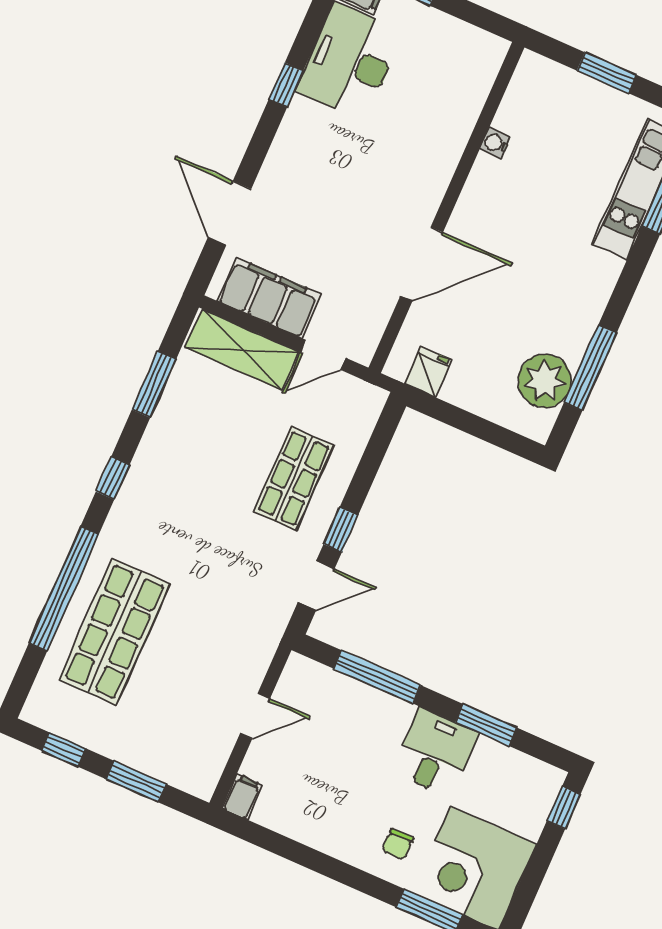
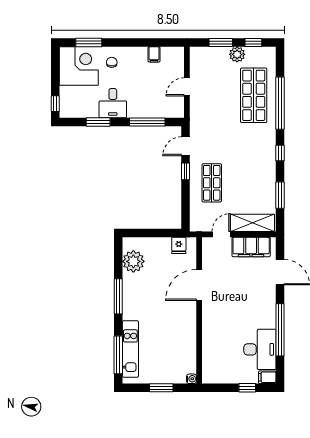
window: (286, 85) -> (280, 330), width x3.17
water cooler: (495, 143) -> (192, 379), moved
window: (590, 368) -> (118, 296), moved
plant: (111, 739) -> (237, 54), added
filing cabinet: (242, 797) -> (154, 54), moved

